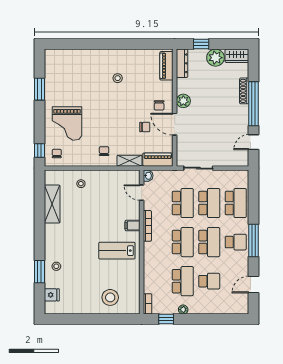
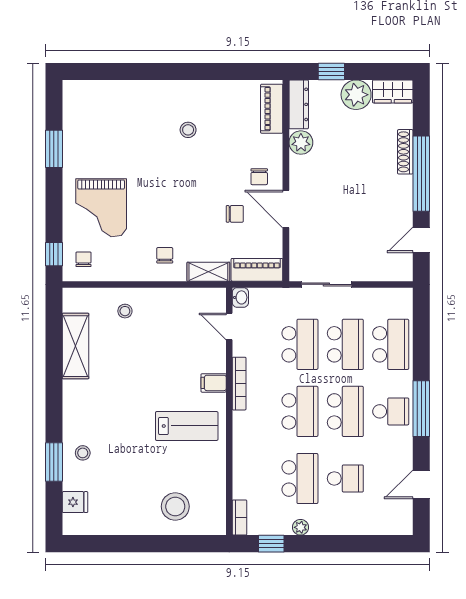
plant: (183, 101) -> (301, 143), moved
lab bench: (117, 251) -> (187, 426), turned 180

